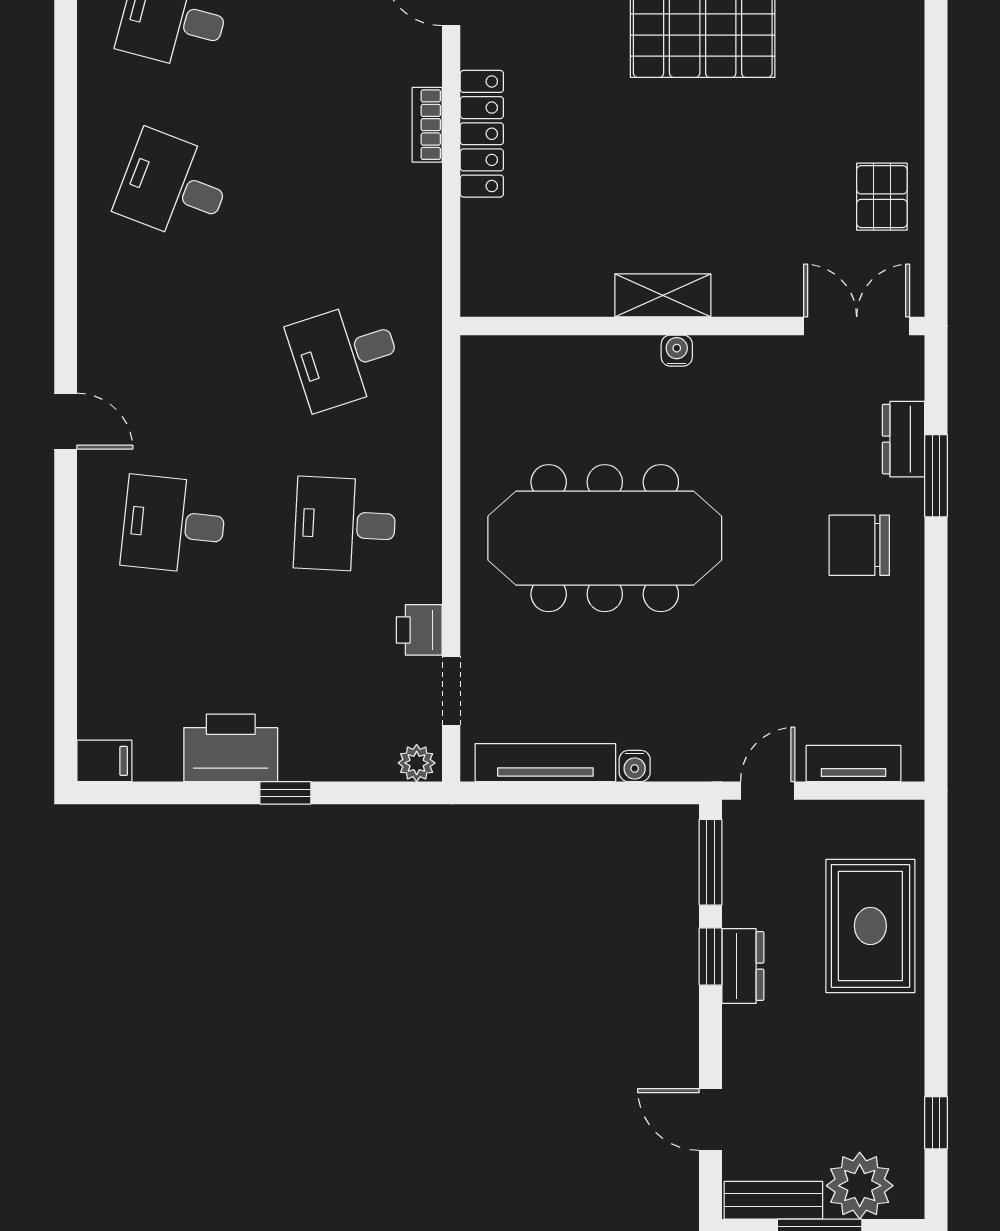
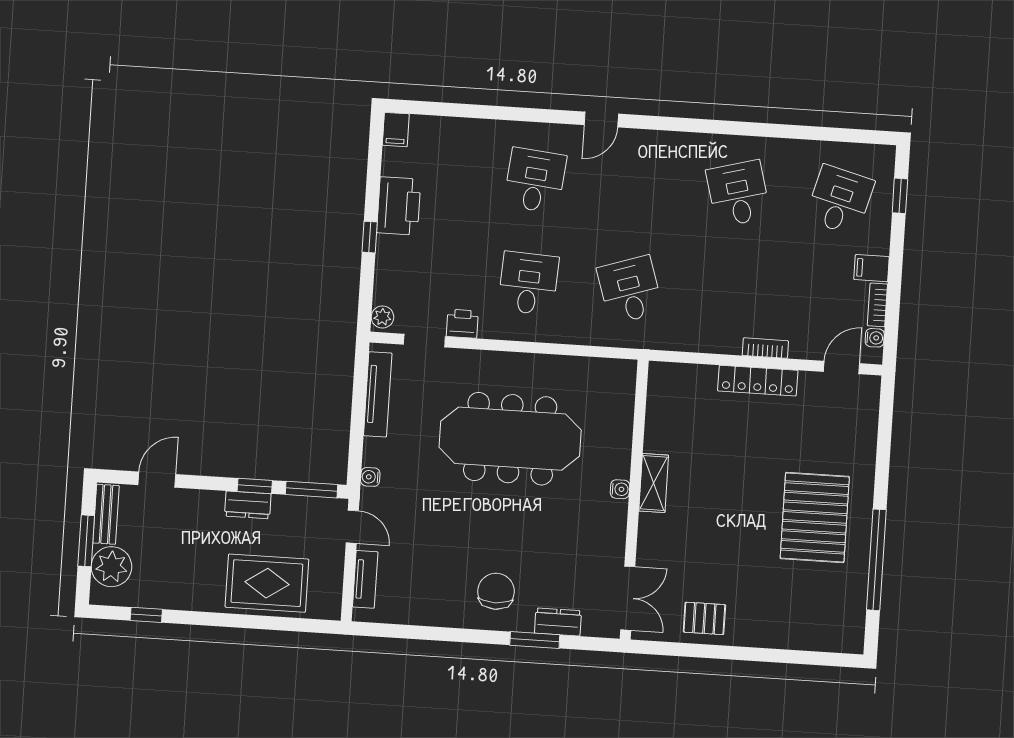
desk: (174, 186) -> (738, 194), turned -36
meeting table: (605, 538) -> (510, 439), turned 90
water cooler: (635, 766) -> (370, 477), moved

